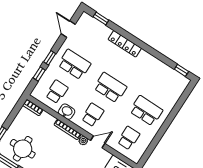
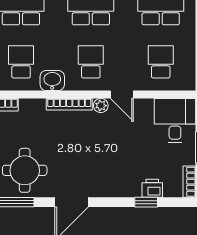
door: (98, 142) -> (122, 95), swing flipped

